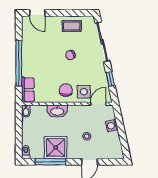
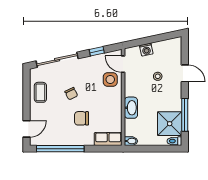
window: (19, 63) -> (60, 149), moved
chair: (66, 90) -> (82, 118), moved
shower: (56, 148) -> (170, 124), moved

